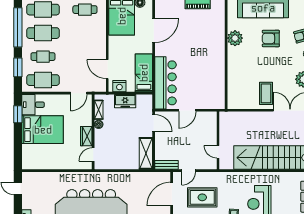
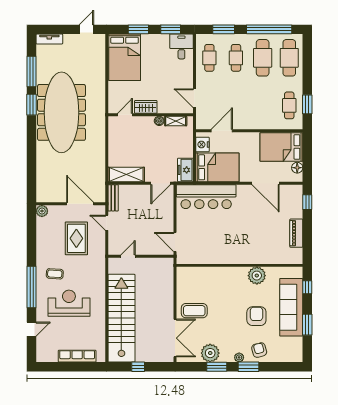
bed: (144, 73) -> (217, 167), width x1.50
cafe table: (43, 80) -> (209, 58), width x0.73, depth x0.74
freezer: (125, 101) -> (185, 170), moved
door: (187, 110) -> (175, 242), moved
bed: (43, 130) -> (125, 57), moved
window: (18, 143) -> (138, 29), added
door: (93, 154) -> (125, 115), hinge flipped

